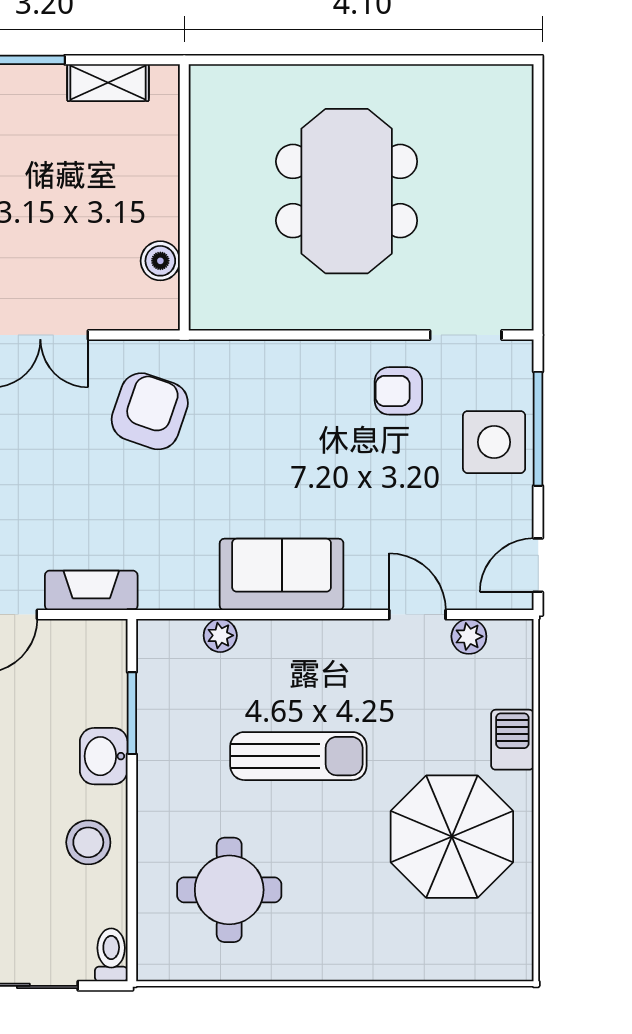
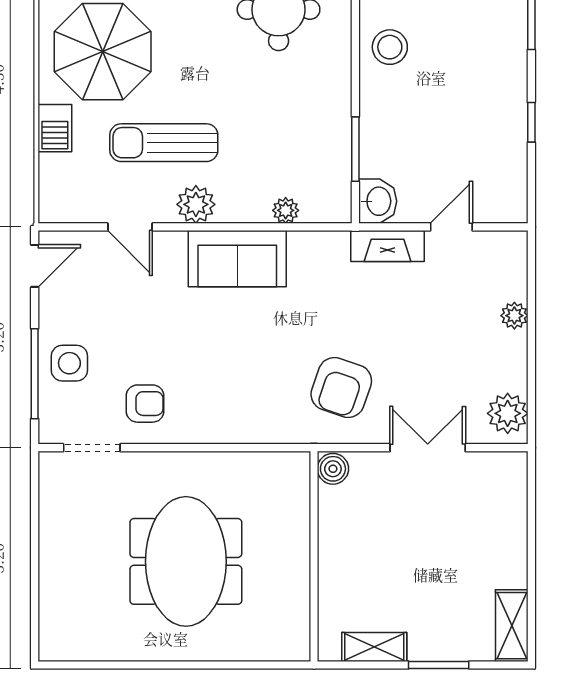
boiler: (160, 261) -> (333, 469), moved
side table: (494, 442) -> (69, 363), width x0.73, depth x0.73
plant: (469, 636) -> (196, 204), moved, width x1.38, depth x1.38
washbasin: (104, 756) -> (378, 201), moved
sun lounger: (298, 756) -> (164, 143), moved

